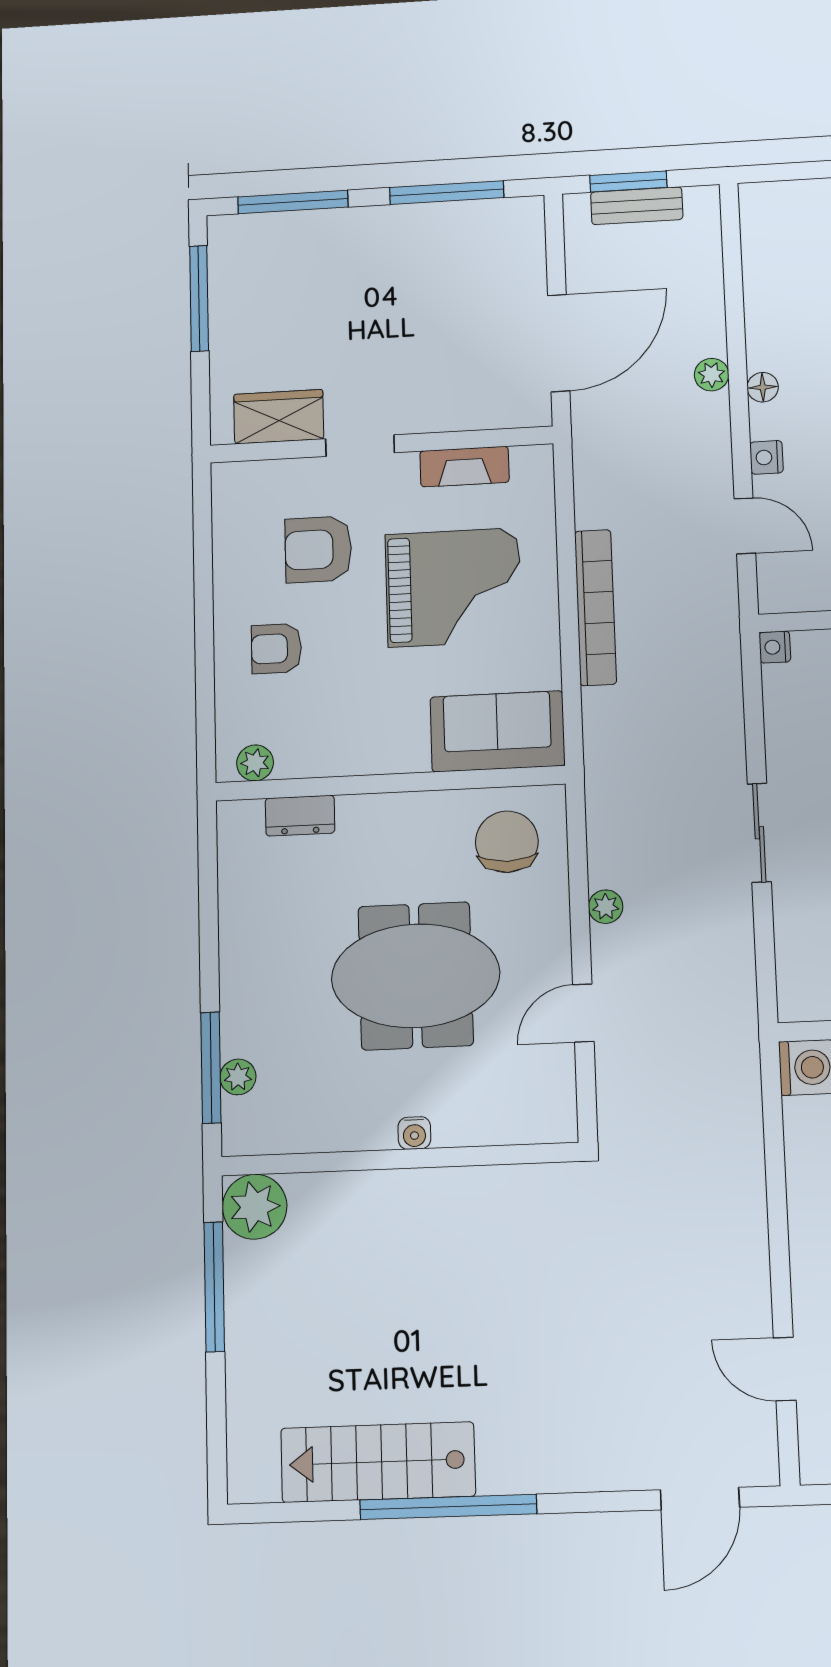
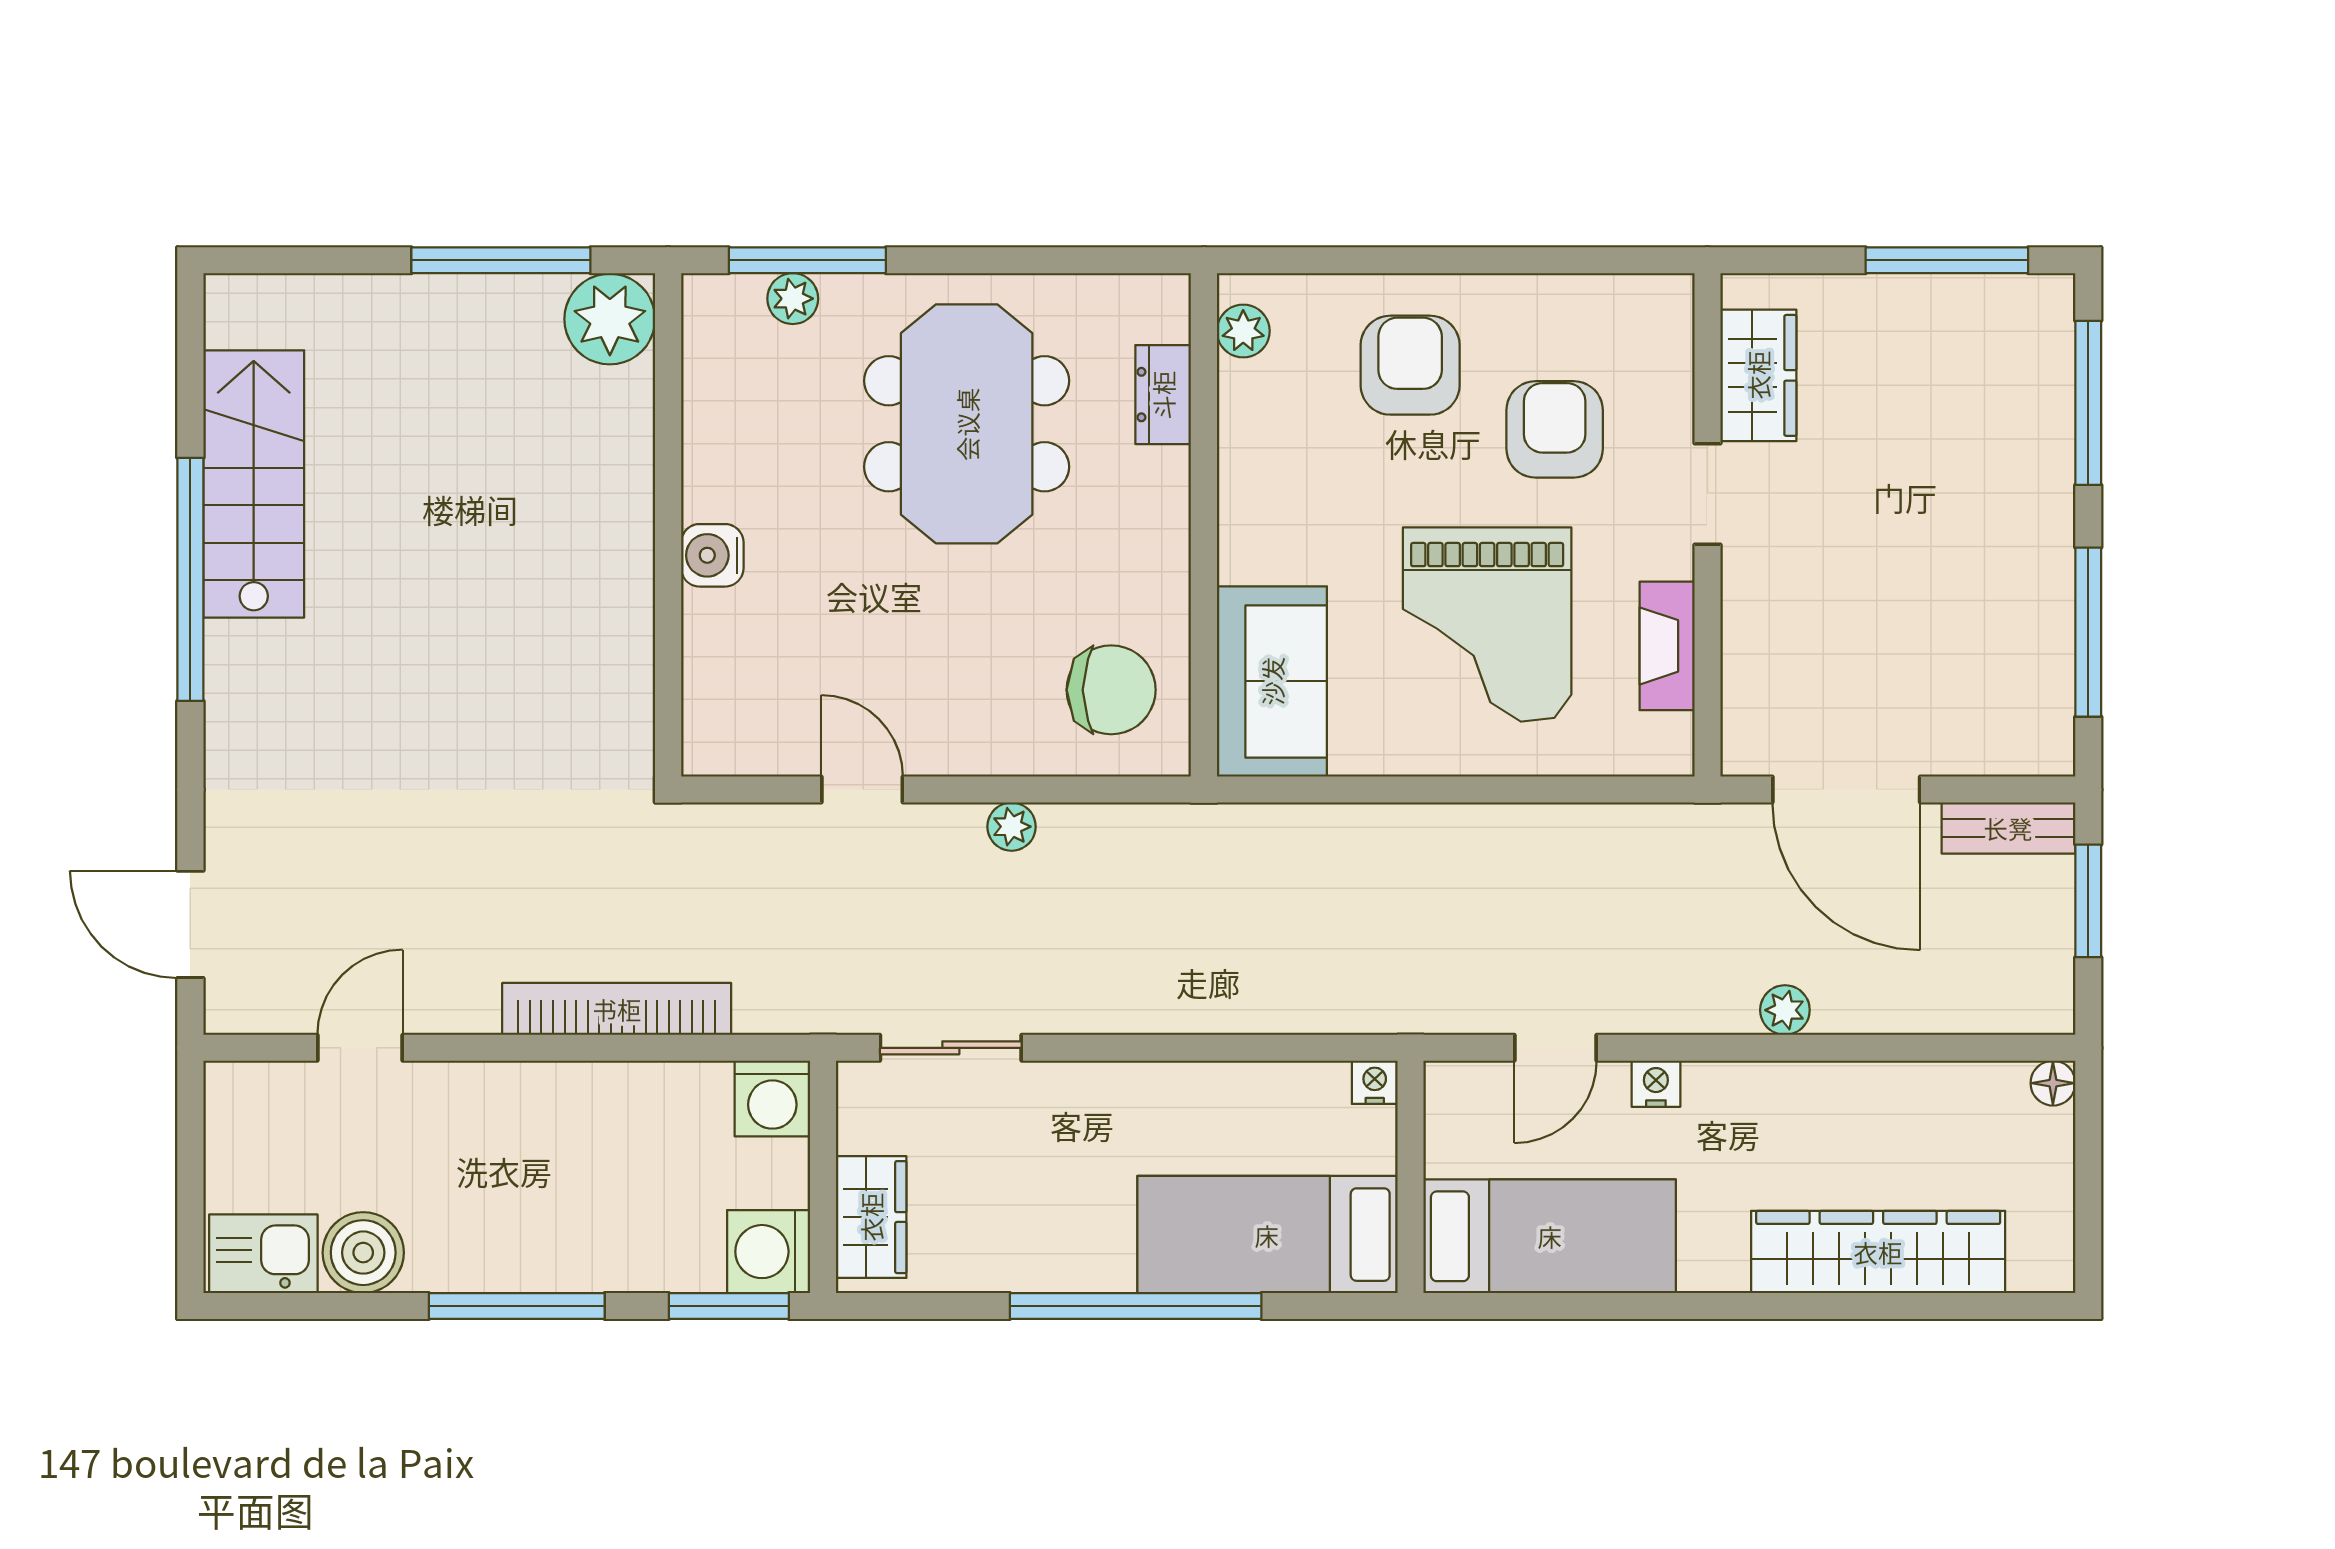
bench: (637, 206) -> (2008, 828), moved, turned 90
floor lamp: (763, 387) -> (2053, 1083), moved
bookcase: (595, 607) -> (617, 1009), moved, turned 180
armchair: (276, 649) -> (1410, 365), width x1.38, depth x1.38
sliding door: (759, 833) -> (951, 1048), moved
meeting table: (416, 976) -> (967, 424), moved
water cooler: (414, 1133) -> (712, 555), width x1.38, depth x1.38

